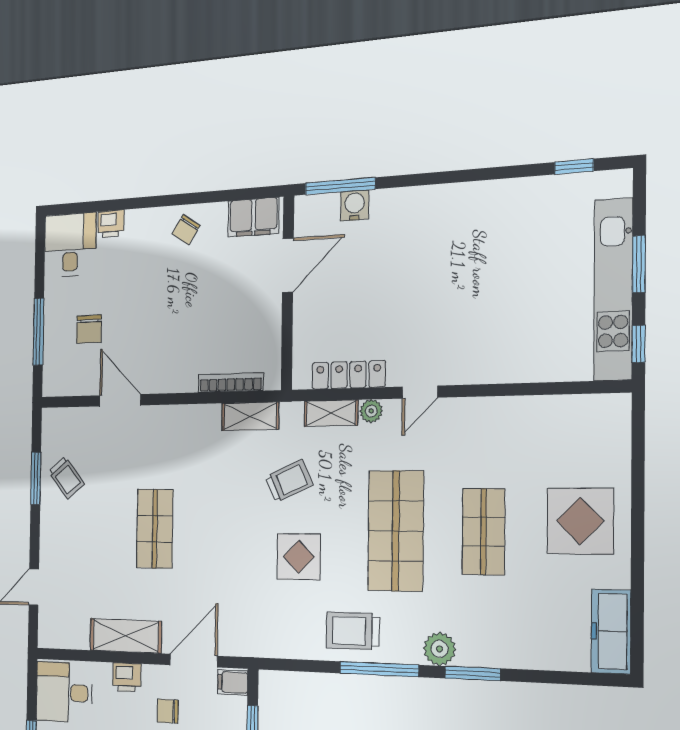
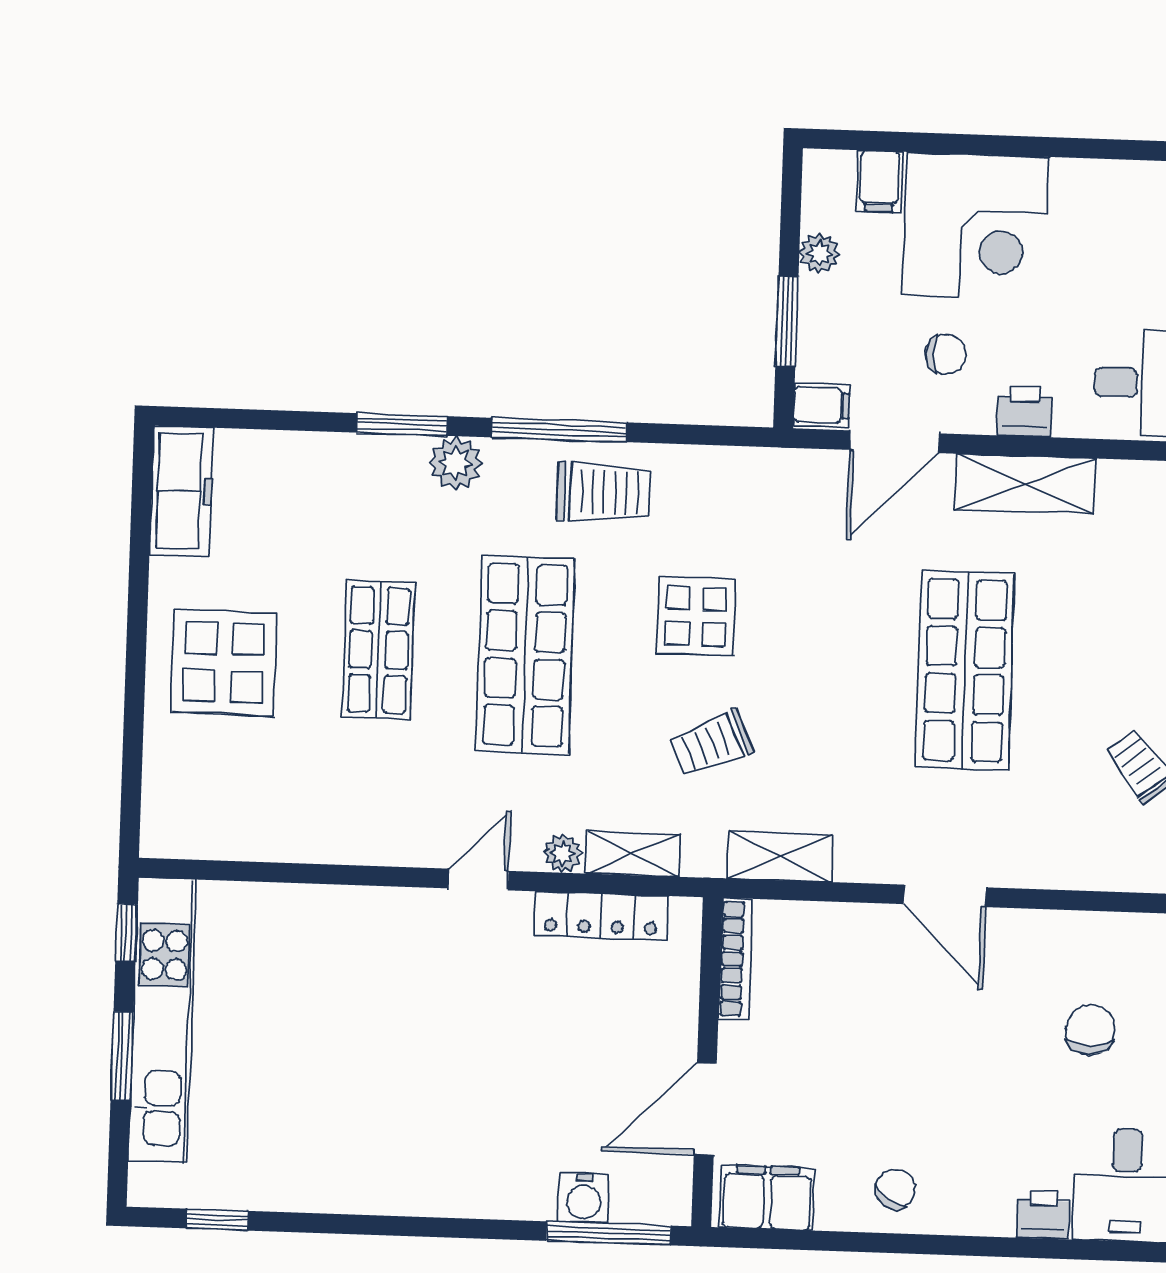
bookcase: (231, 383) -> (736, 959), moved, turned -90
door: (120, 400) -> (945, 896), moved
shop shelf: (155, 529) -> (965, 670), width x1.43, depth x1.36

